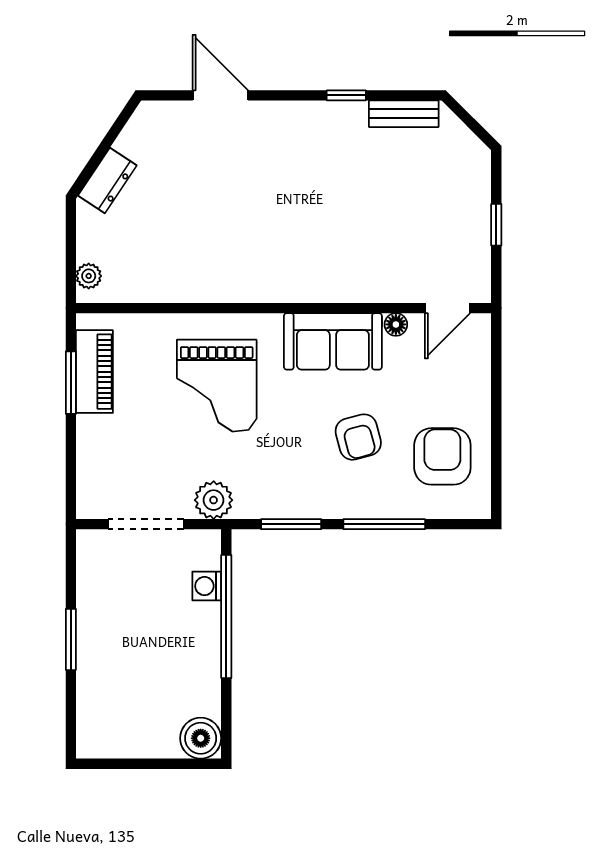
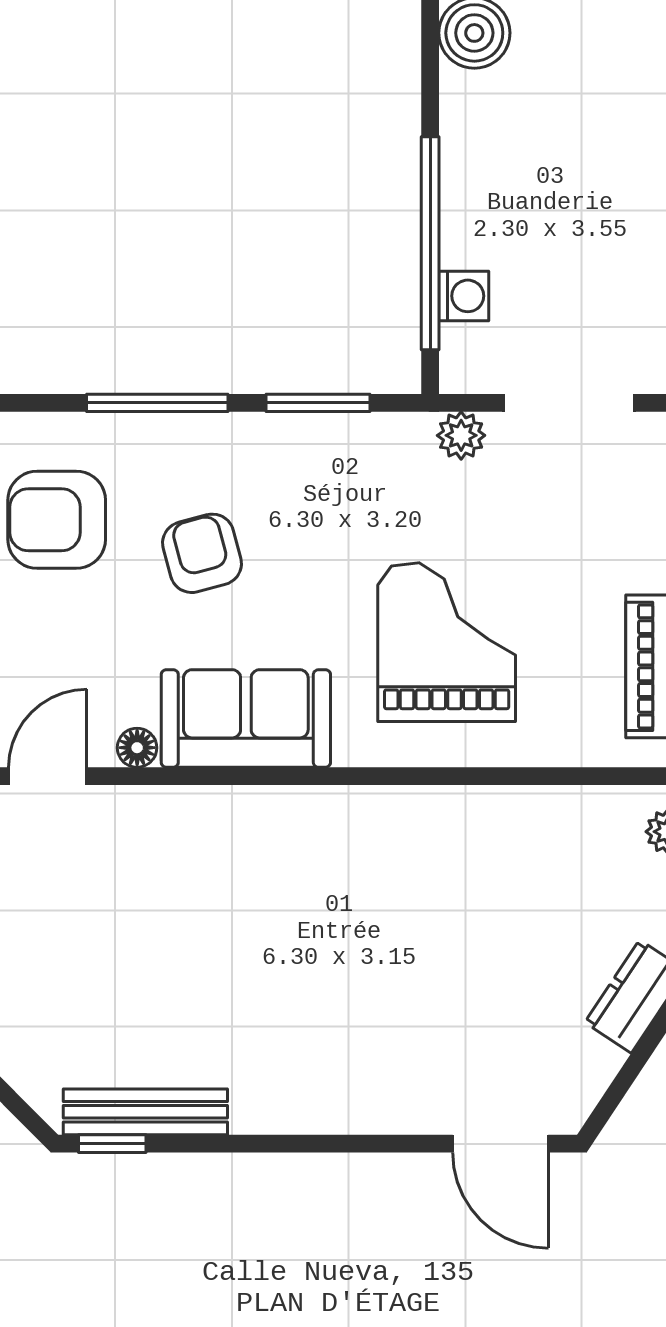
door: (220, 95) -> (500, 1144), moved
window: (346, 95) -> (112, 1144), moved
bench: (404, 114) -> (145, 1112), width x1.36
armchair: (442, 456) -> (57, 520), turned 90
plant: (214, 500) -> (461, 435), width x0.73, depth x0.73

